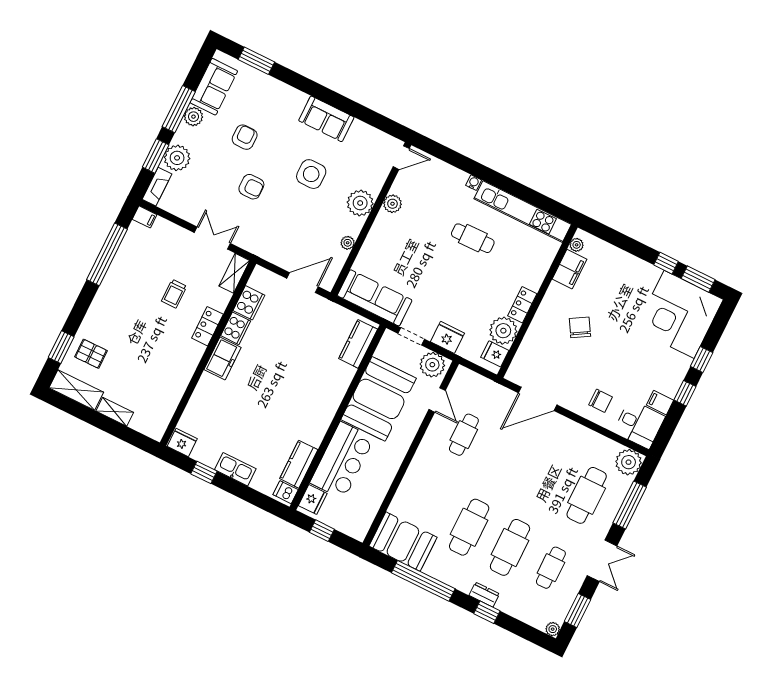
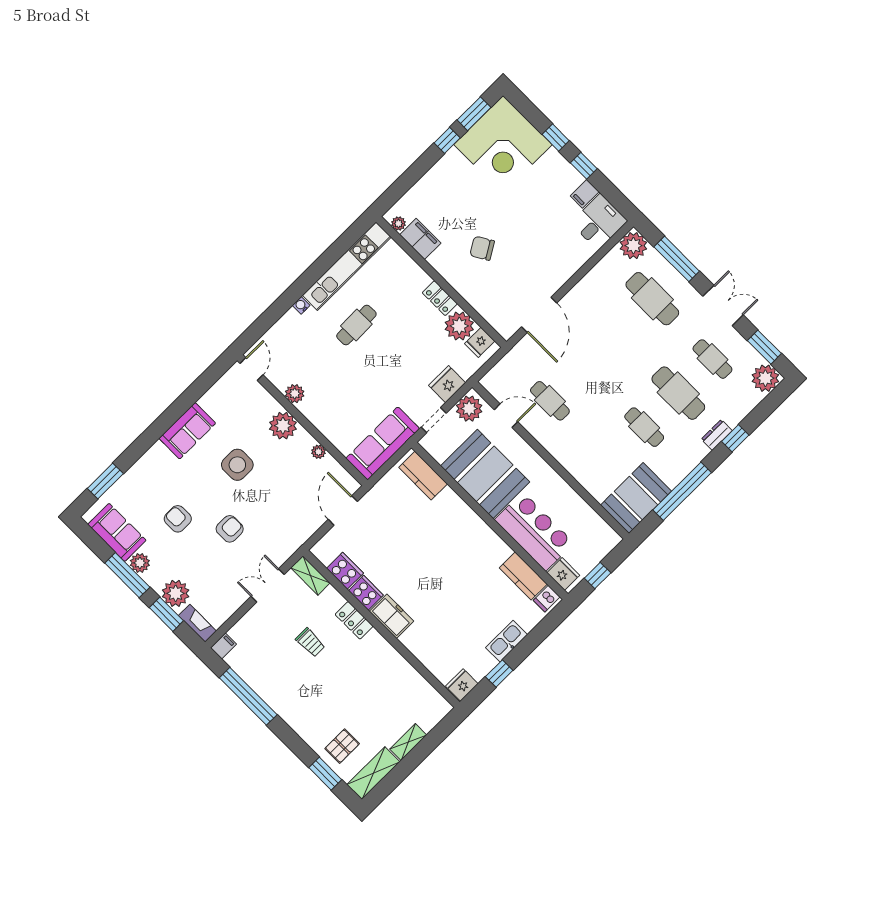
chair: (601, 401) -> (563, 253), removed
cafe table: (469, 527) -> (644, 427), width x0.73, depth x0.74
plant: (553, 629) -> (765, 378), width x1.87, depth x1.87

